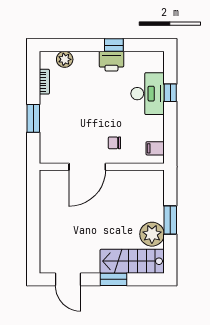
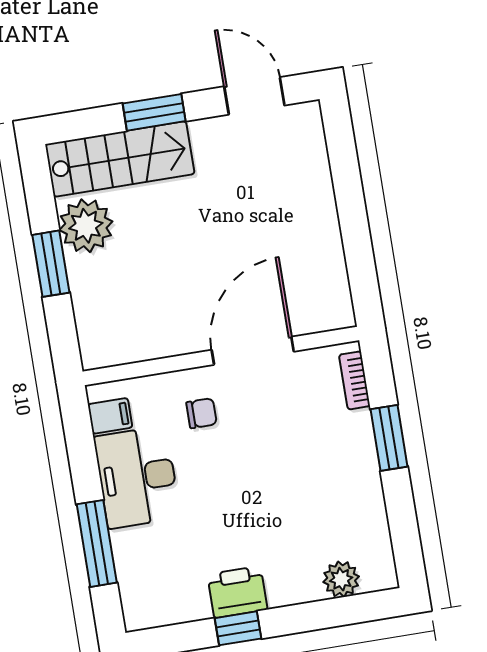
bookcase: (44, 82) -> (355, 380), moved
window: (170, 93) -> (97, 543), width x2.17
desk: (148, 94) -> (137, 477), moved

